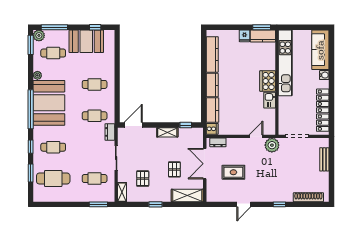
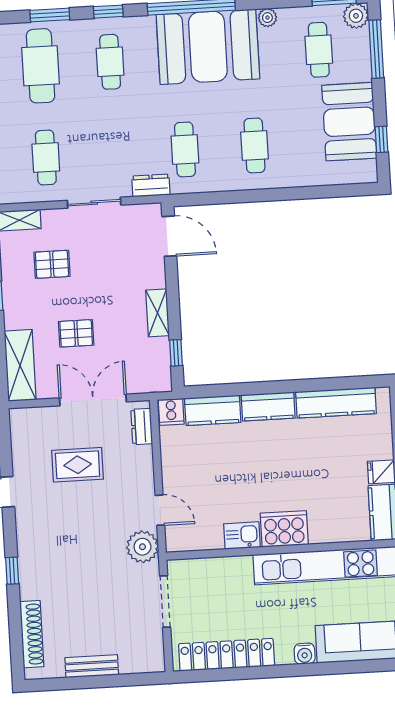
bench: (324, 159) -> (92, 666), moved
rug: (233, 172) -> (78, 465), turned 90

